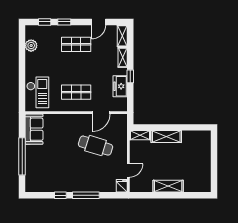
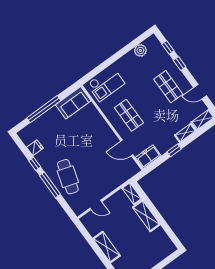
freezer: (120, 86) -> (148, 157), moved
cafe table: (96, 146) -> (68, 177), moved
fridge: (122, 186) -> (35, 148), moved

